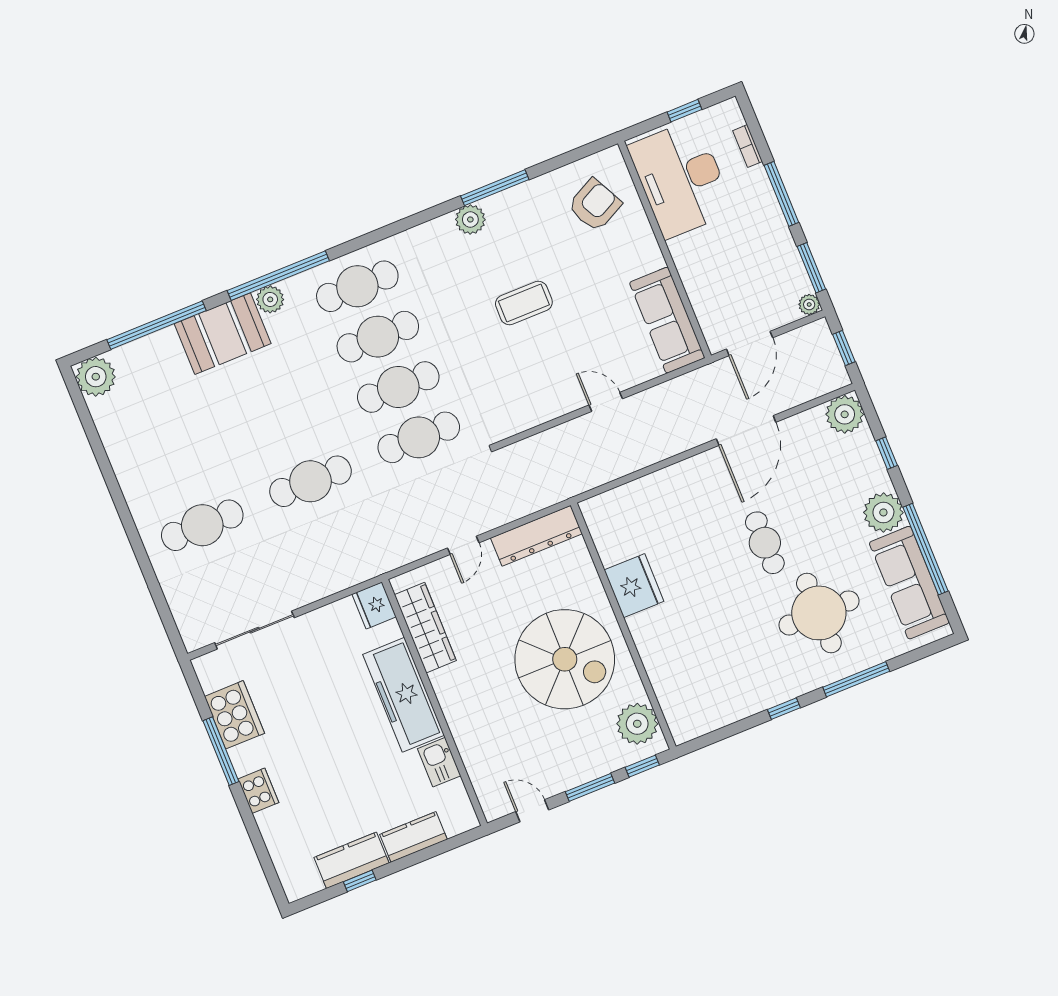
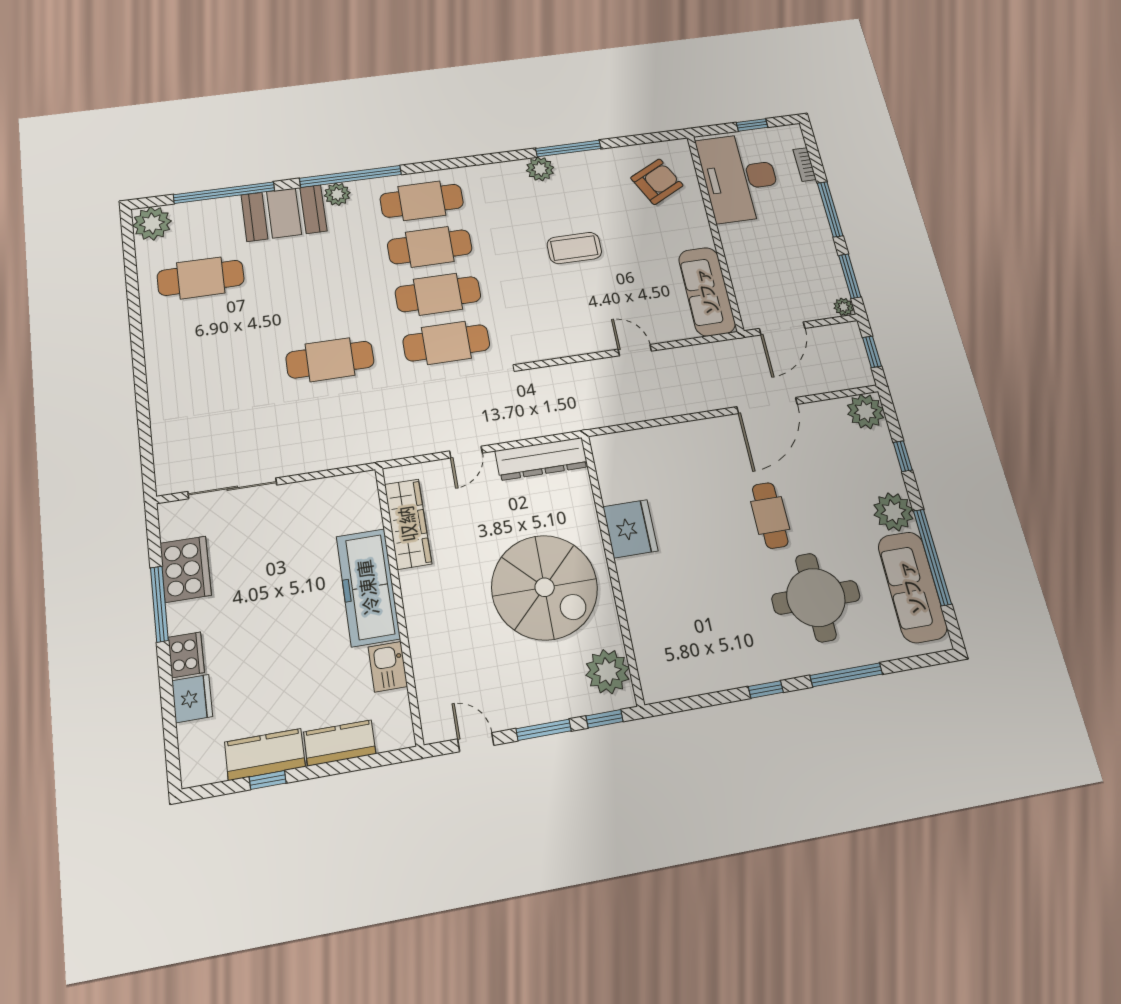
cafe table: (202, 525) -> (201, 278), moved
fridge: (374, 605) -> (192, 699), moved, turned 180

